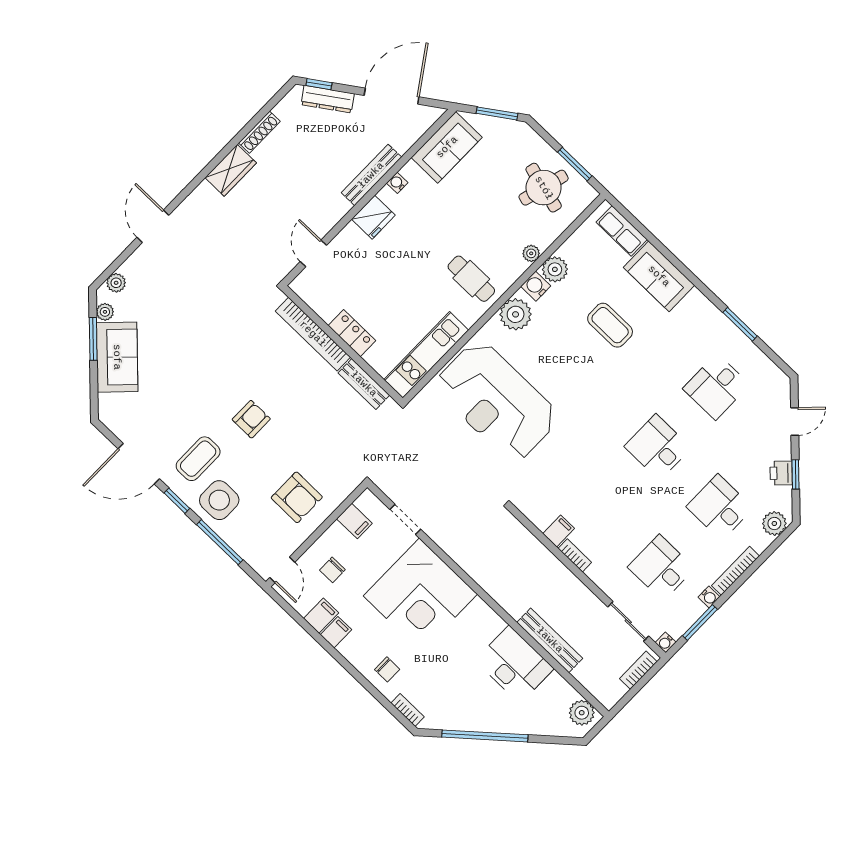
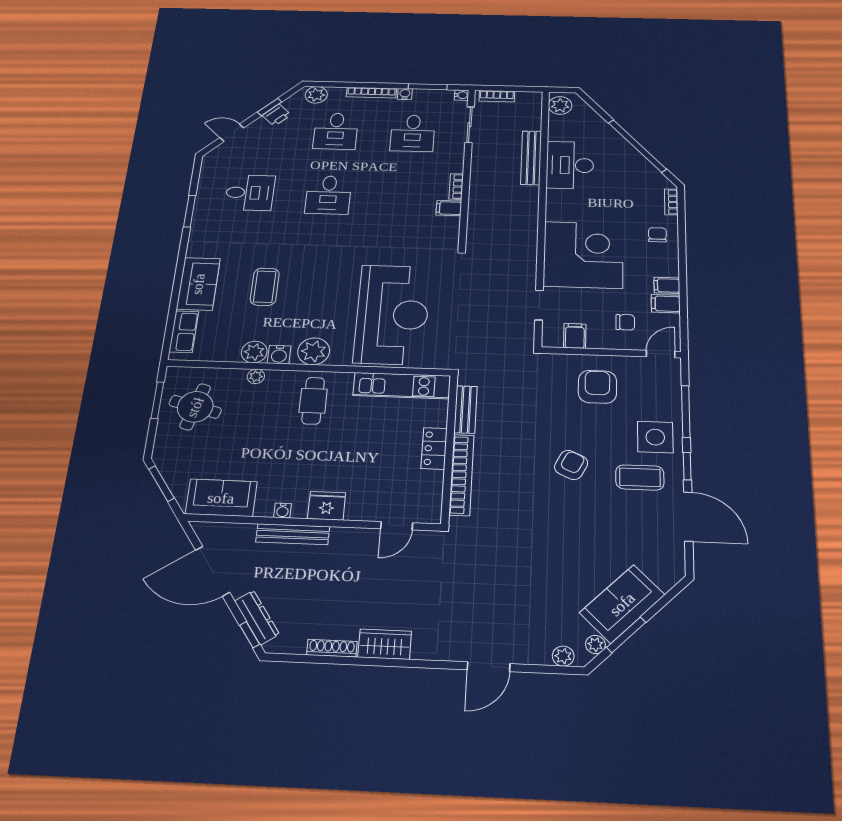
armchair: (251, 419) -> (571, 465), turned 116

